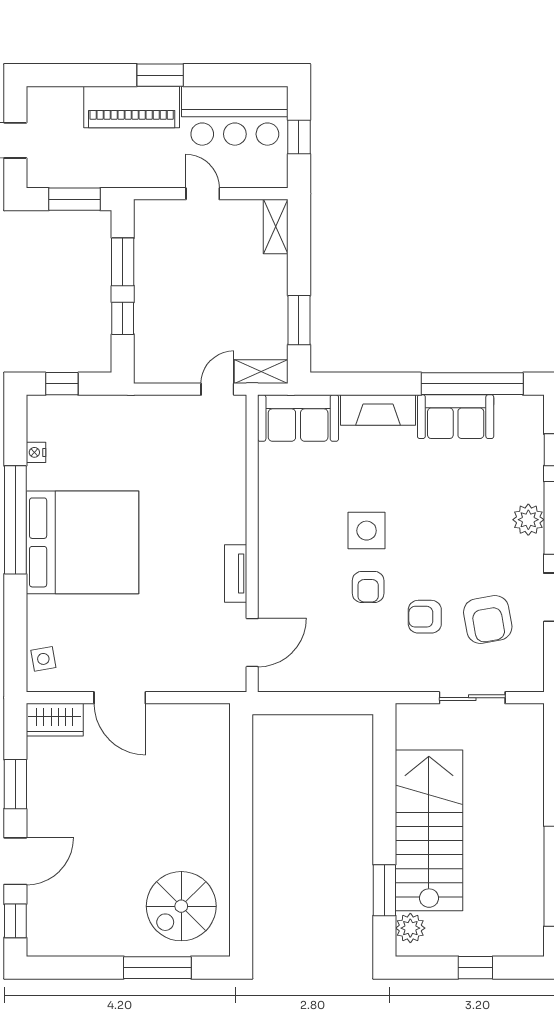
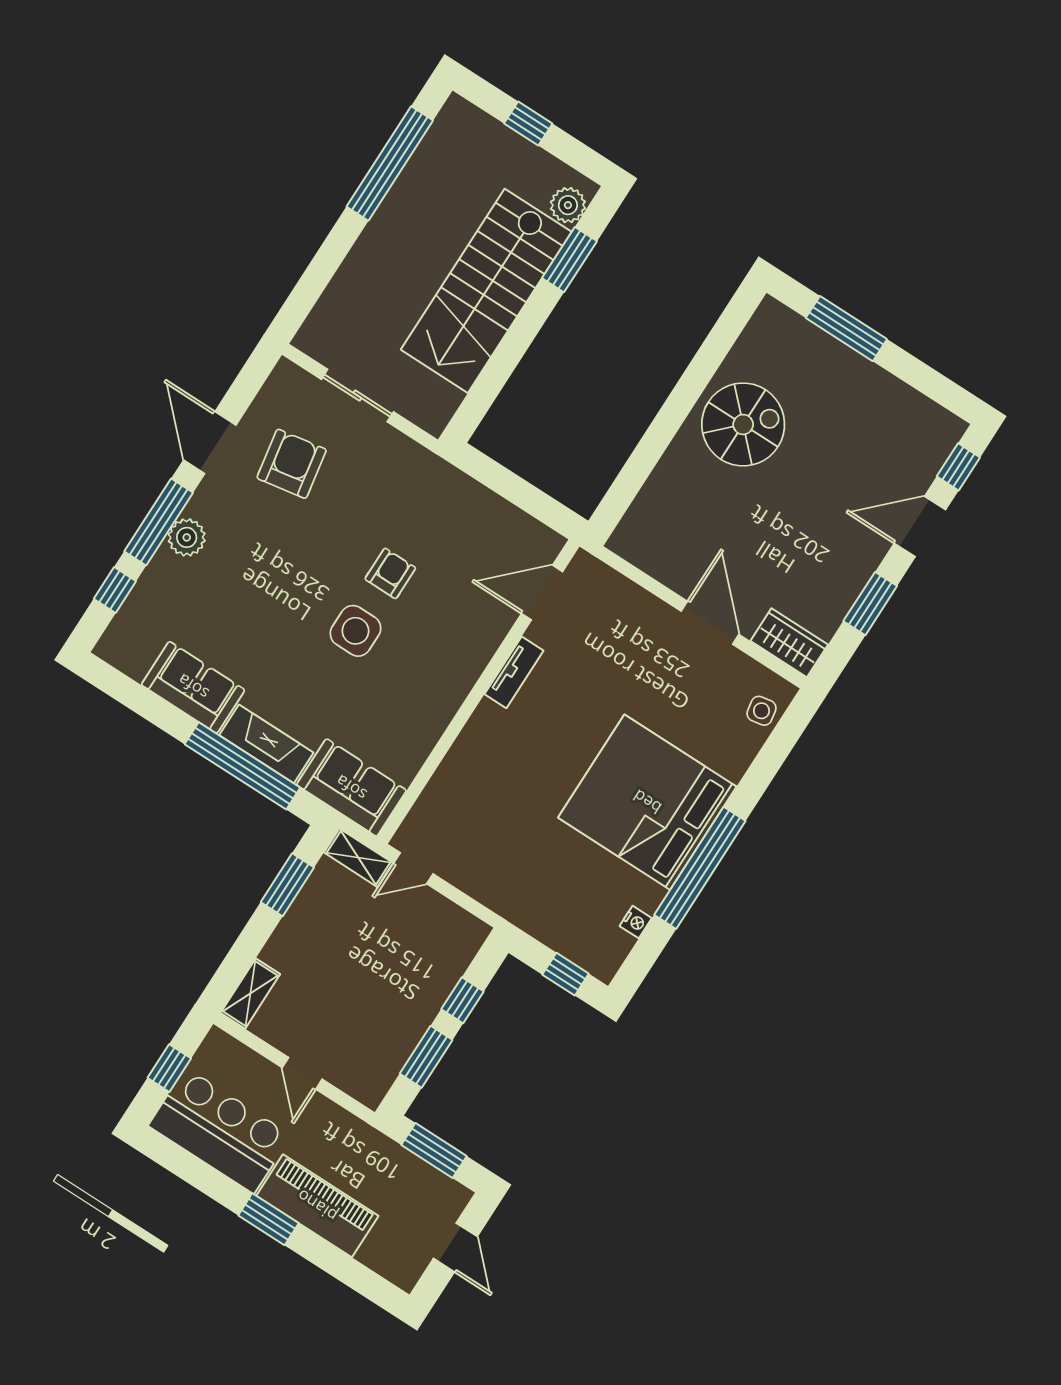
window: (472, 384) -> (242, 766), moved
armchair: (425, 617) -> (353, 507), removed
spiral stairs: (181, 906) -> (743, 424), moved

